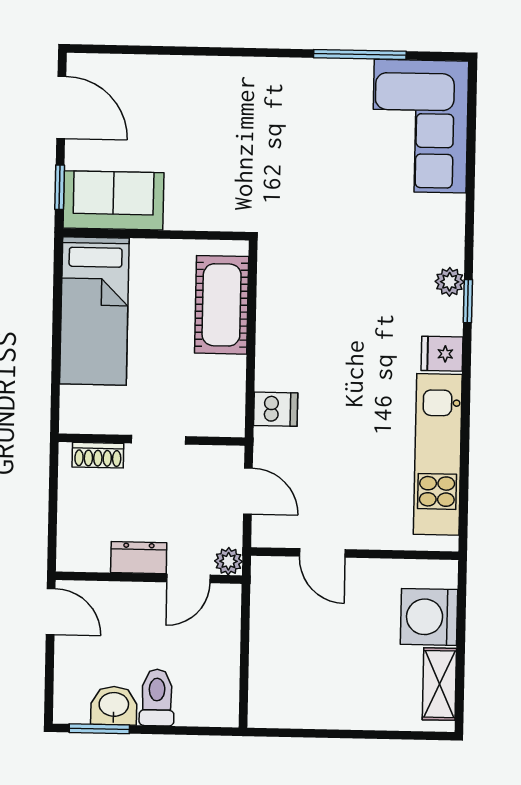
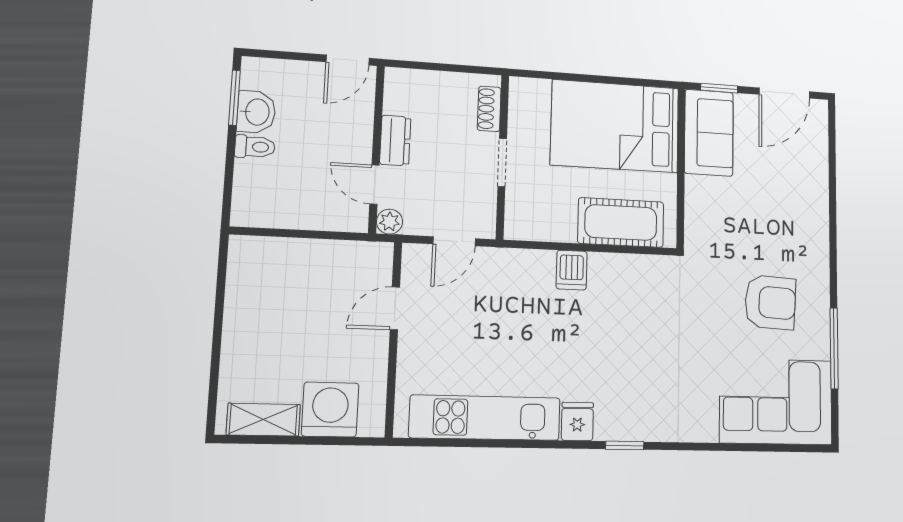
armchair: (308, 130) -> (770, 302), added
plant: (450, 282) -> (642, 428), removed
bed: (94, 311) -> (615, 126), width x1.50
dishwasher: (276, 409) -> (572, 270), moved
toilet: (157, 697) -> (255, 147), width x0.73, depth x0.72

